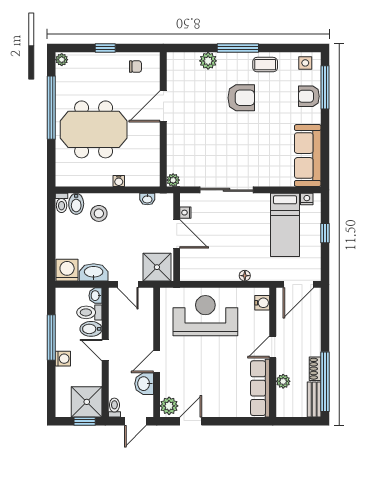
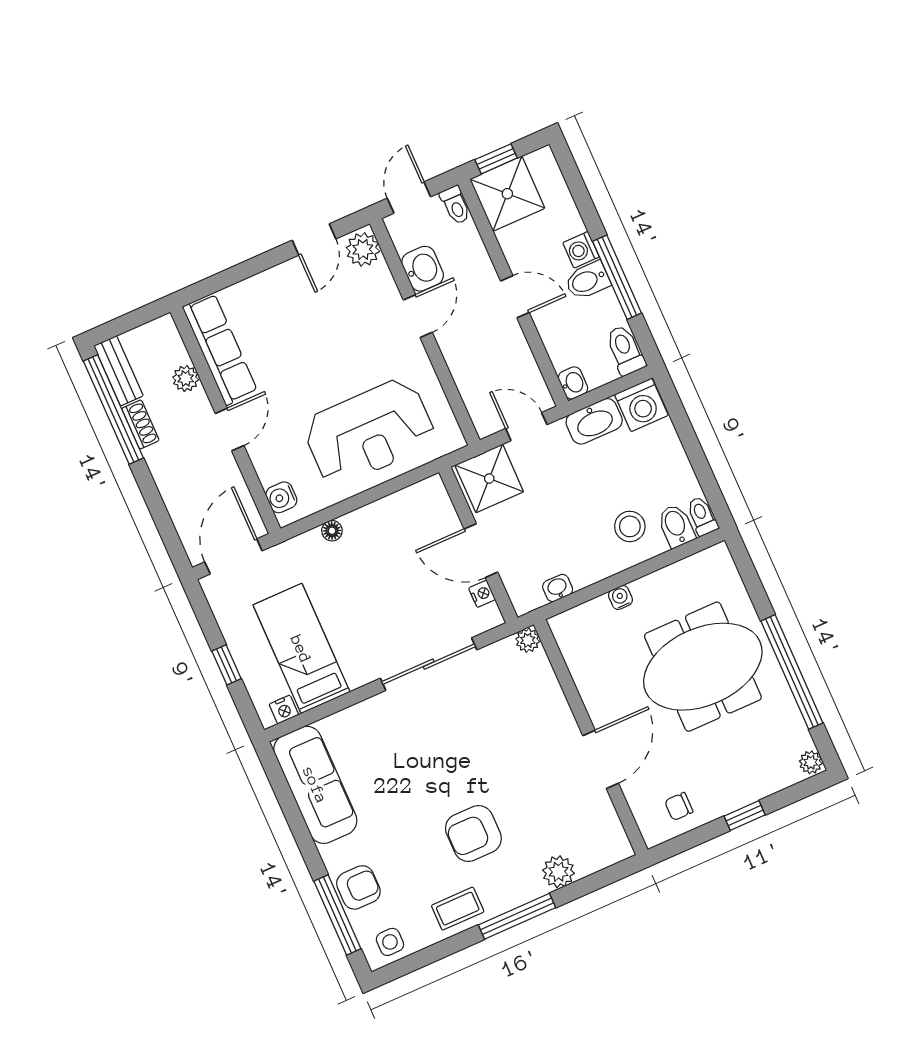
toilet: (89, 312) -> (625, 350), moved, turned -90
bidet: (91, 329) -> (587, 281), moved, turned 180

